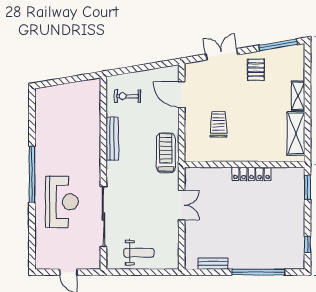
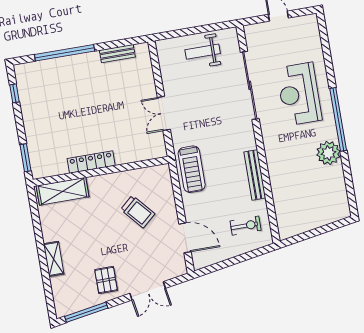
trolley: (219, 124) -> (138, 212), turned -41
shelving: (296, 133) -> (63, 191), moved, turned 90
plant: (45, 147) -> (328, 153), added

